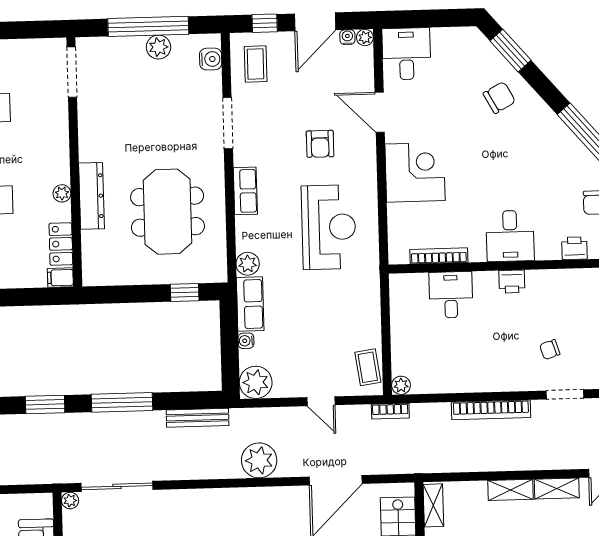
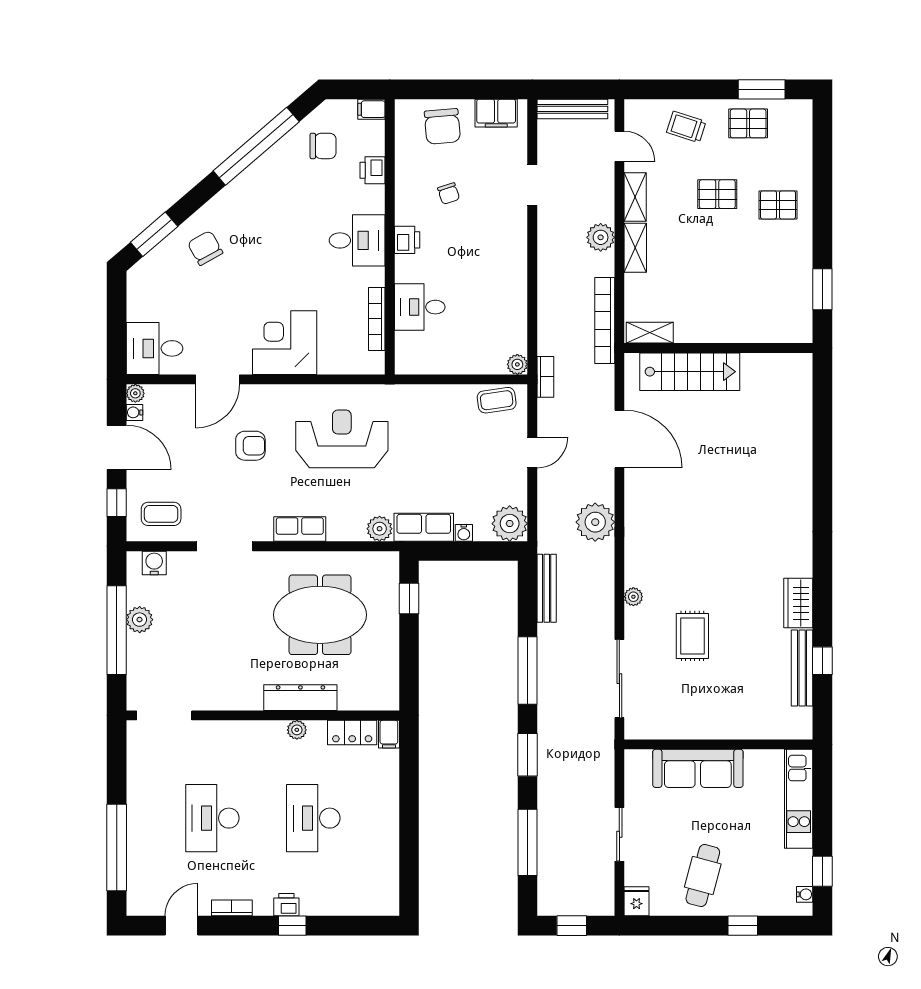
chair: (550, 350) -> (449, 194), moved
bookcase: (491, 410) -> (605, 320), moved, turned 180
plant: (519, 458) -> (601, 237), added
plant: (70, 501) -> (633, 597), moved

